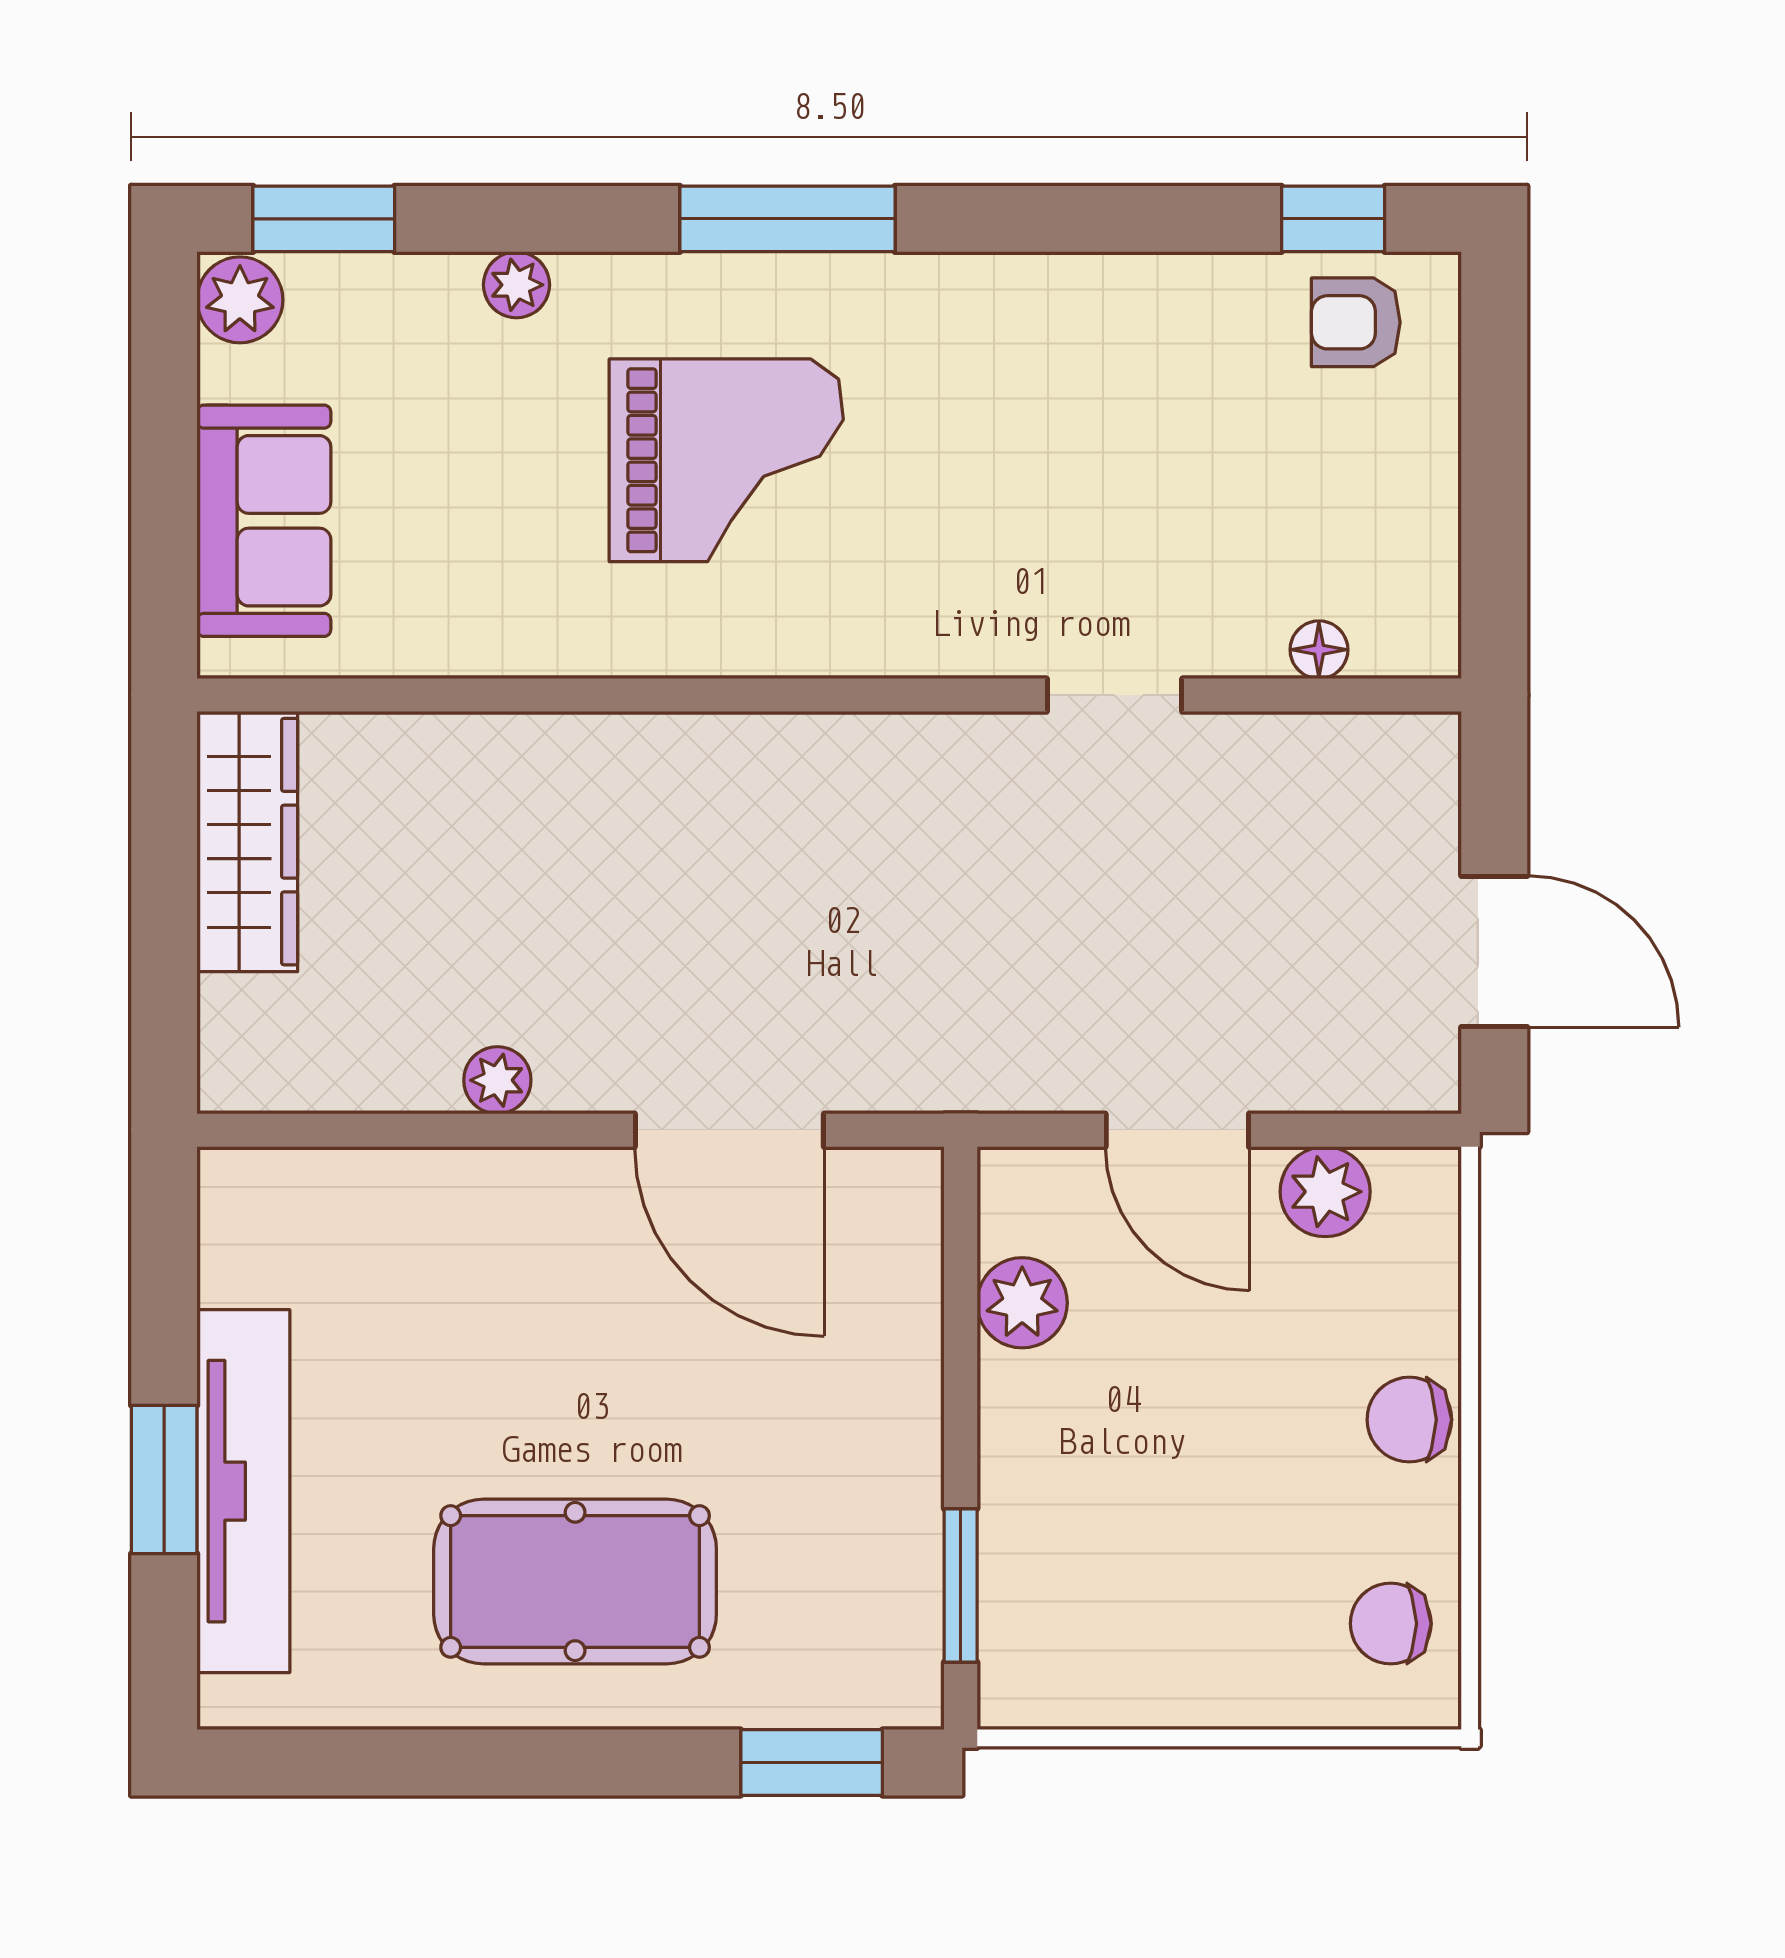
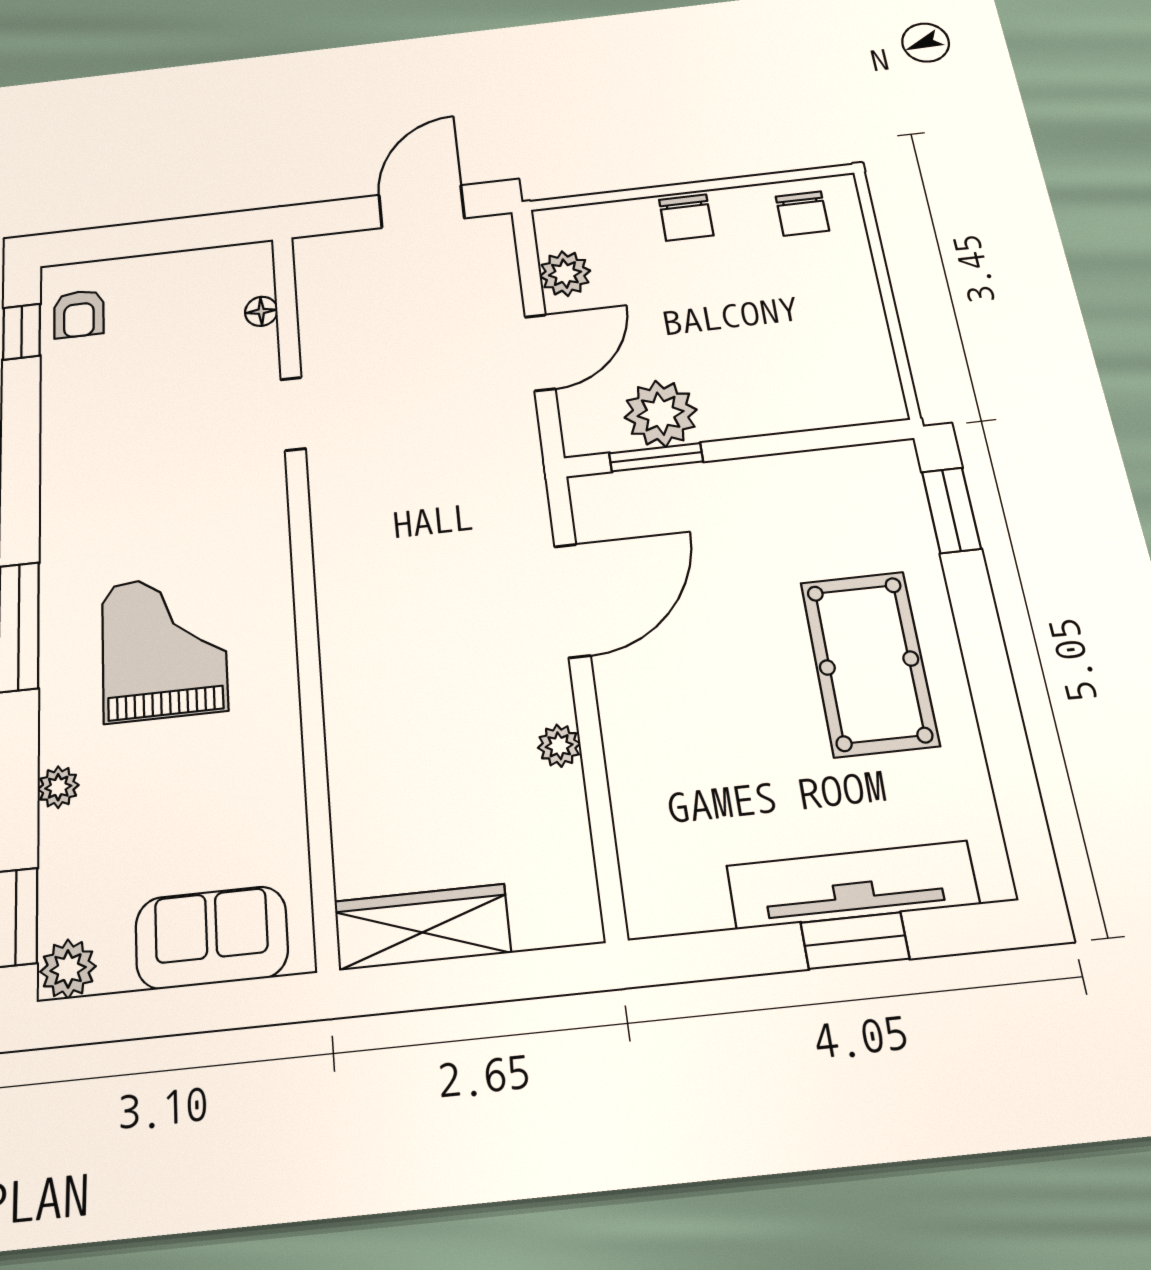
plant: (1022, 1303) -> (661, 414), width x1.36, depth x1.36
window: (961, 1585) -> (656, 457), moved

